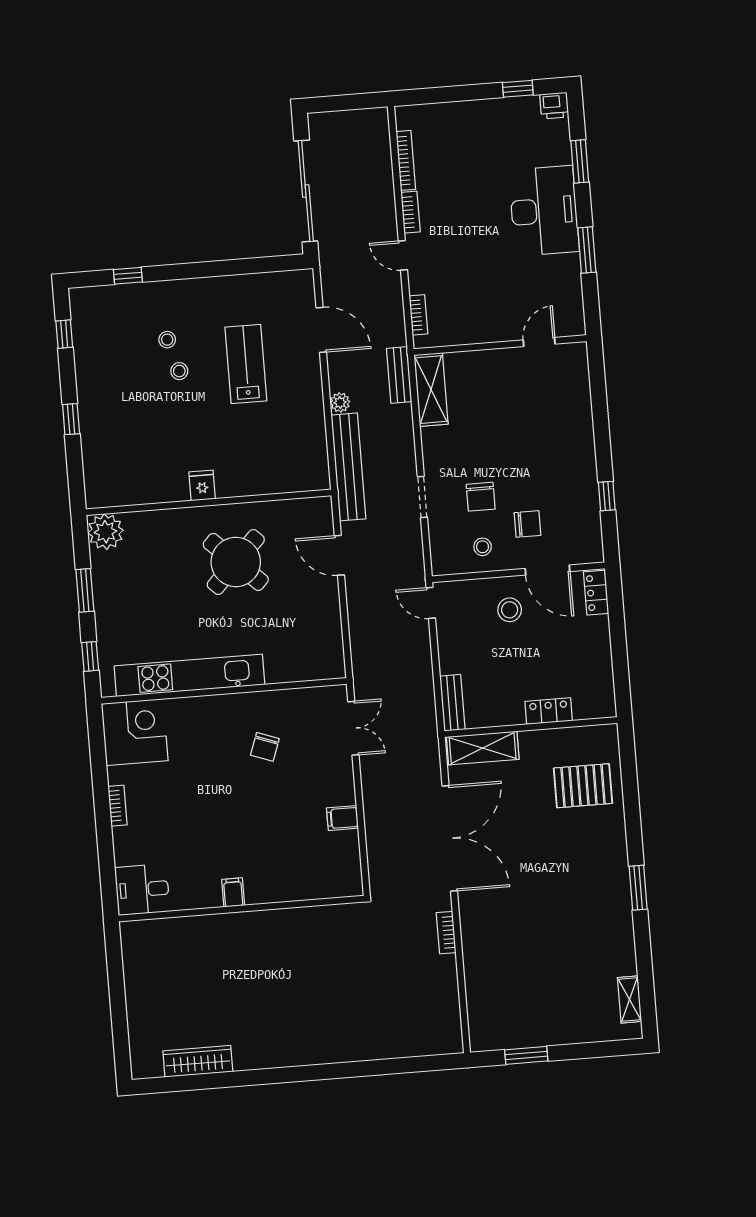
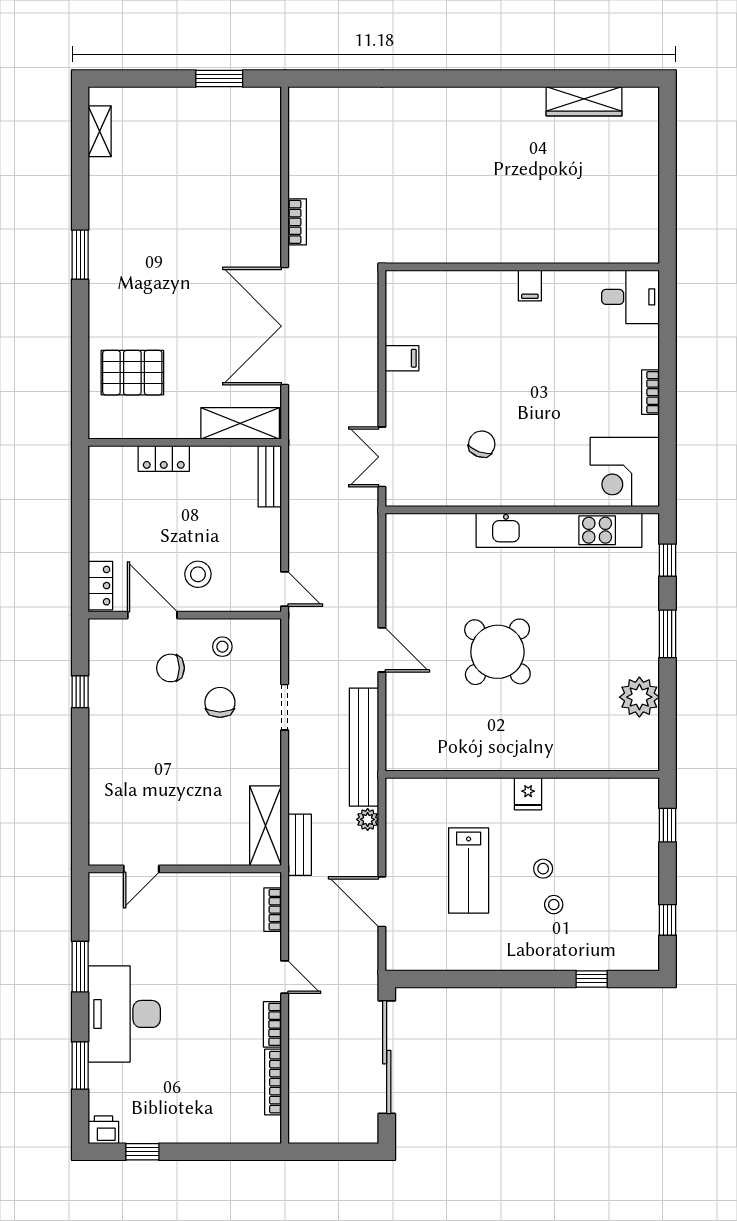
fridge: (202, 485) -> (528, 794), moved
wall: (209, 502) -> (522, 774), moved

